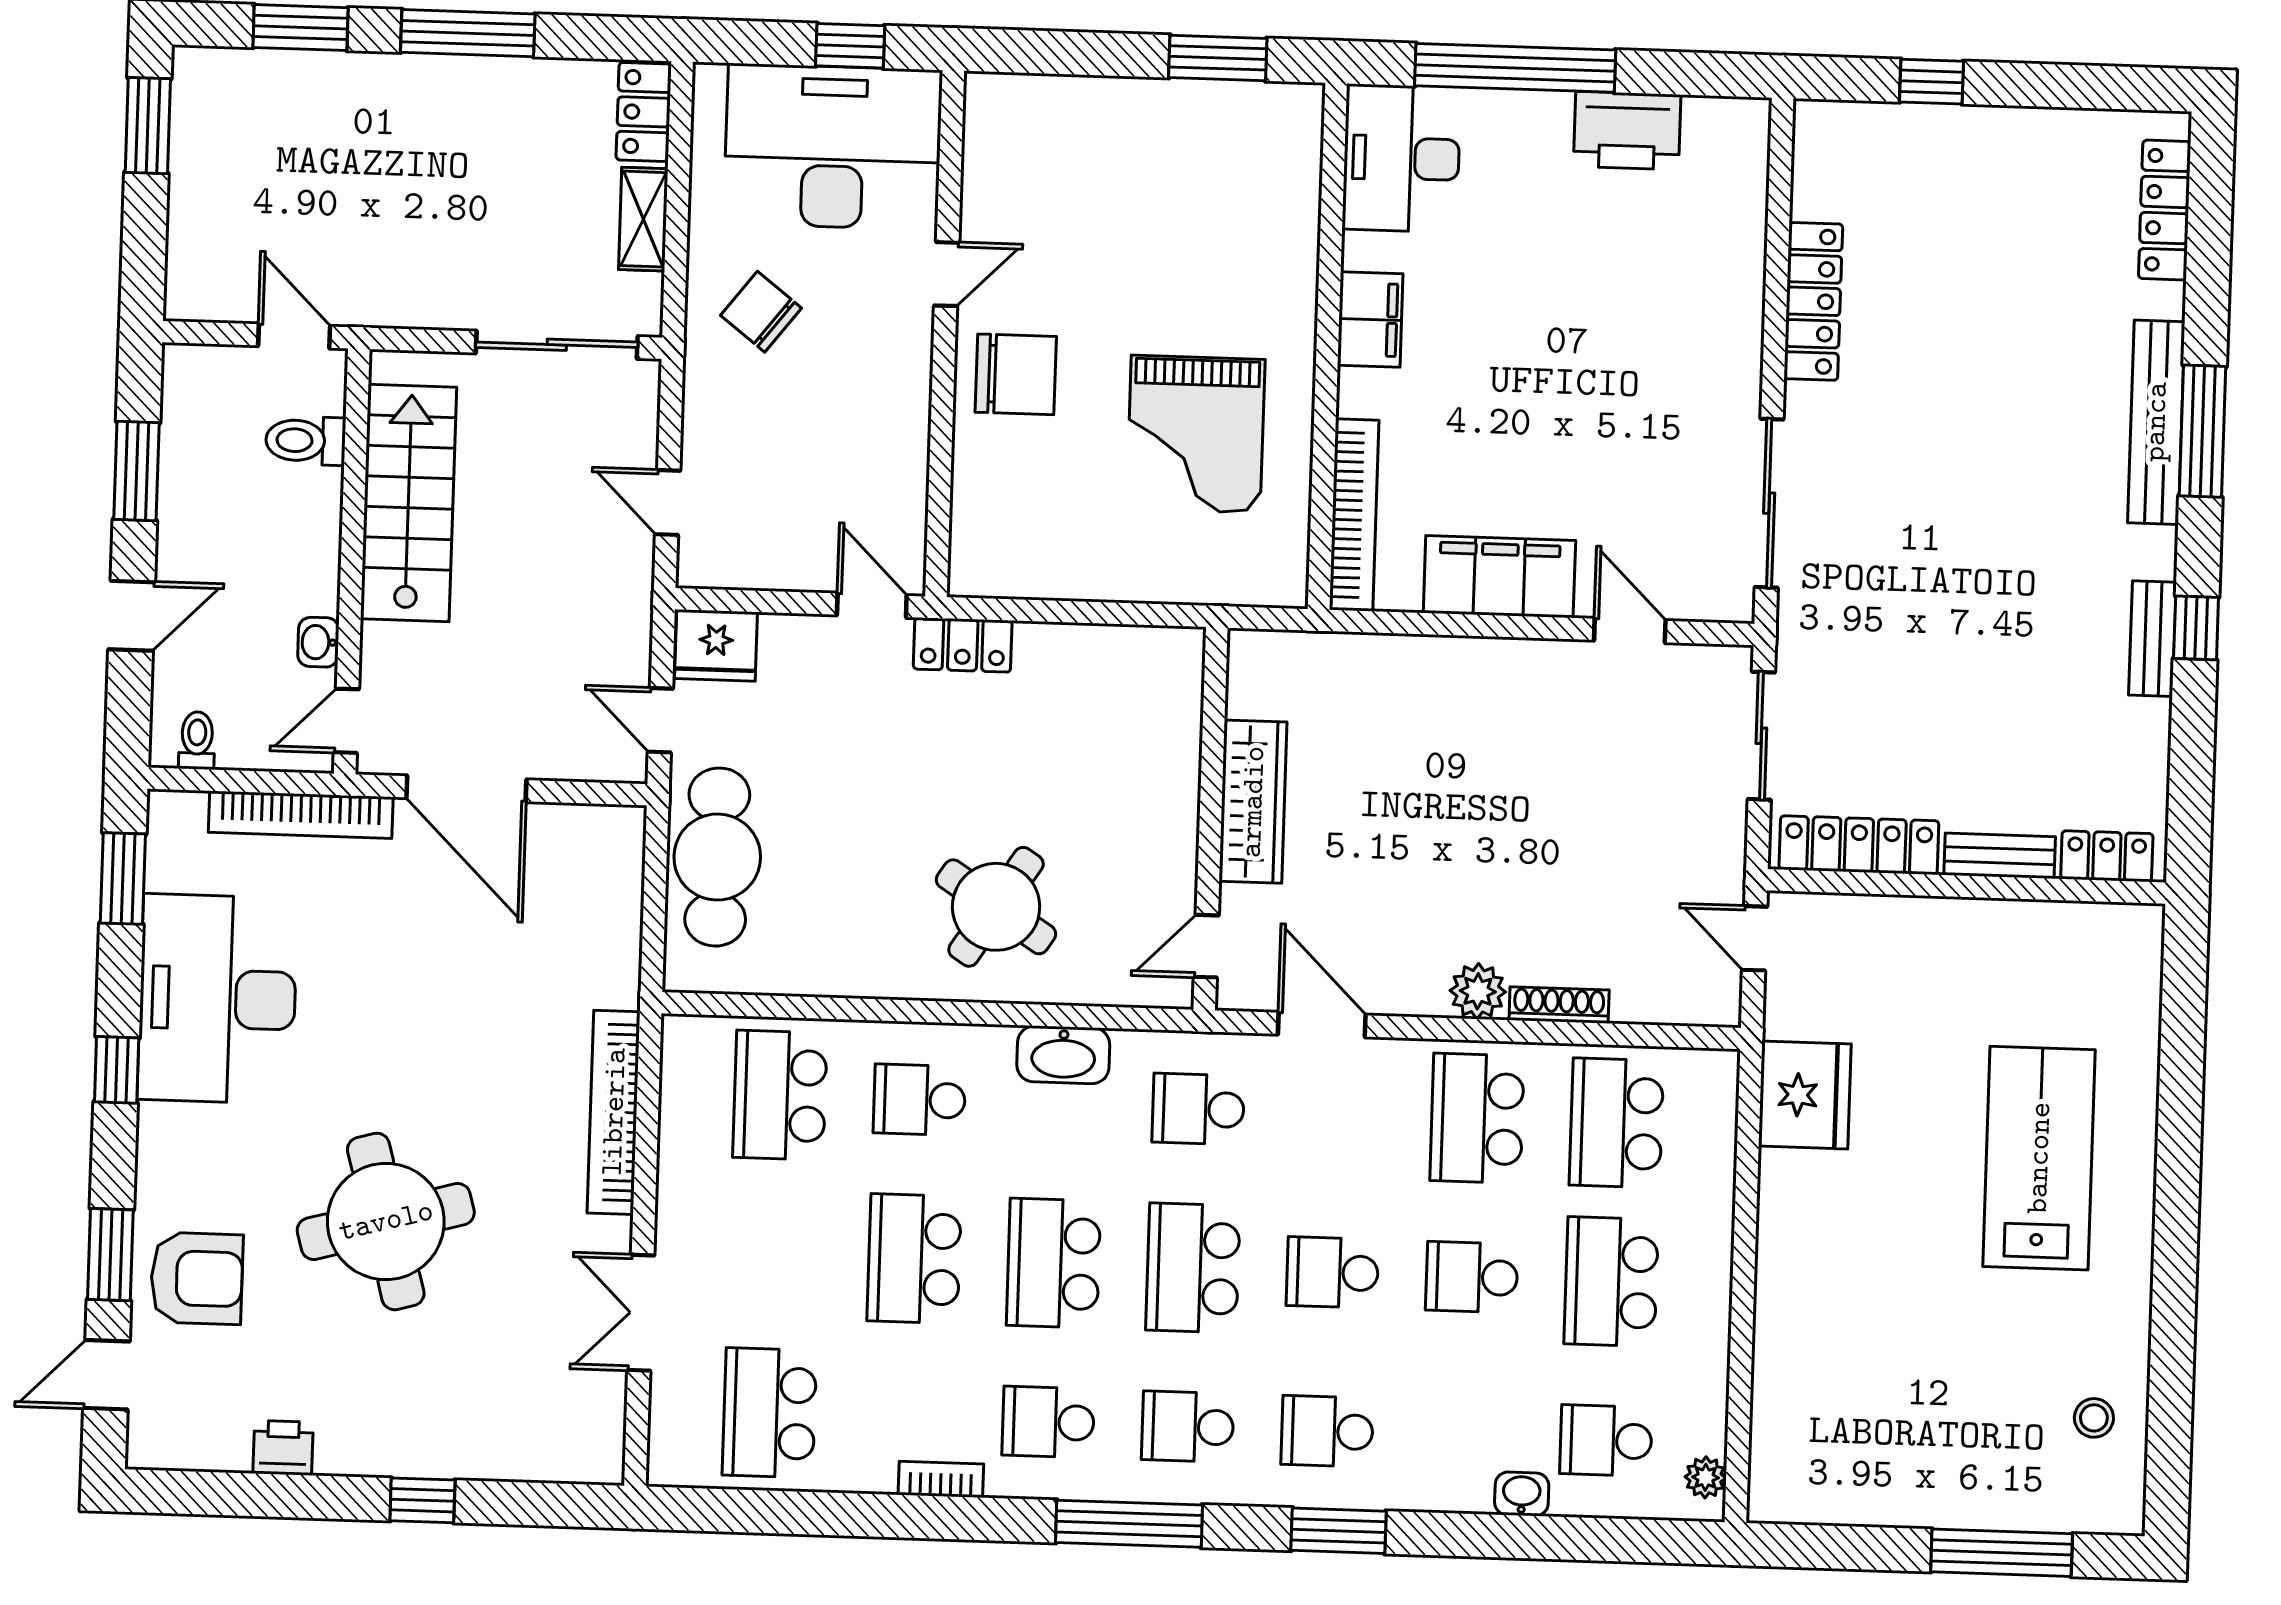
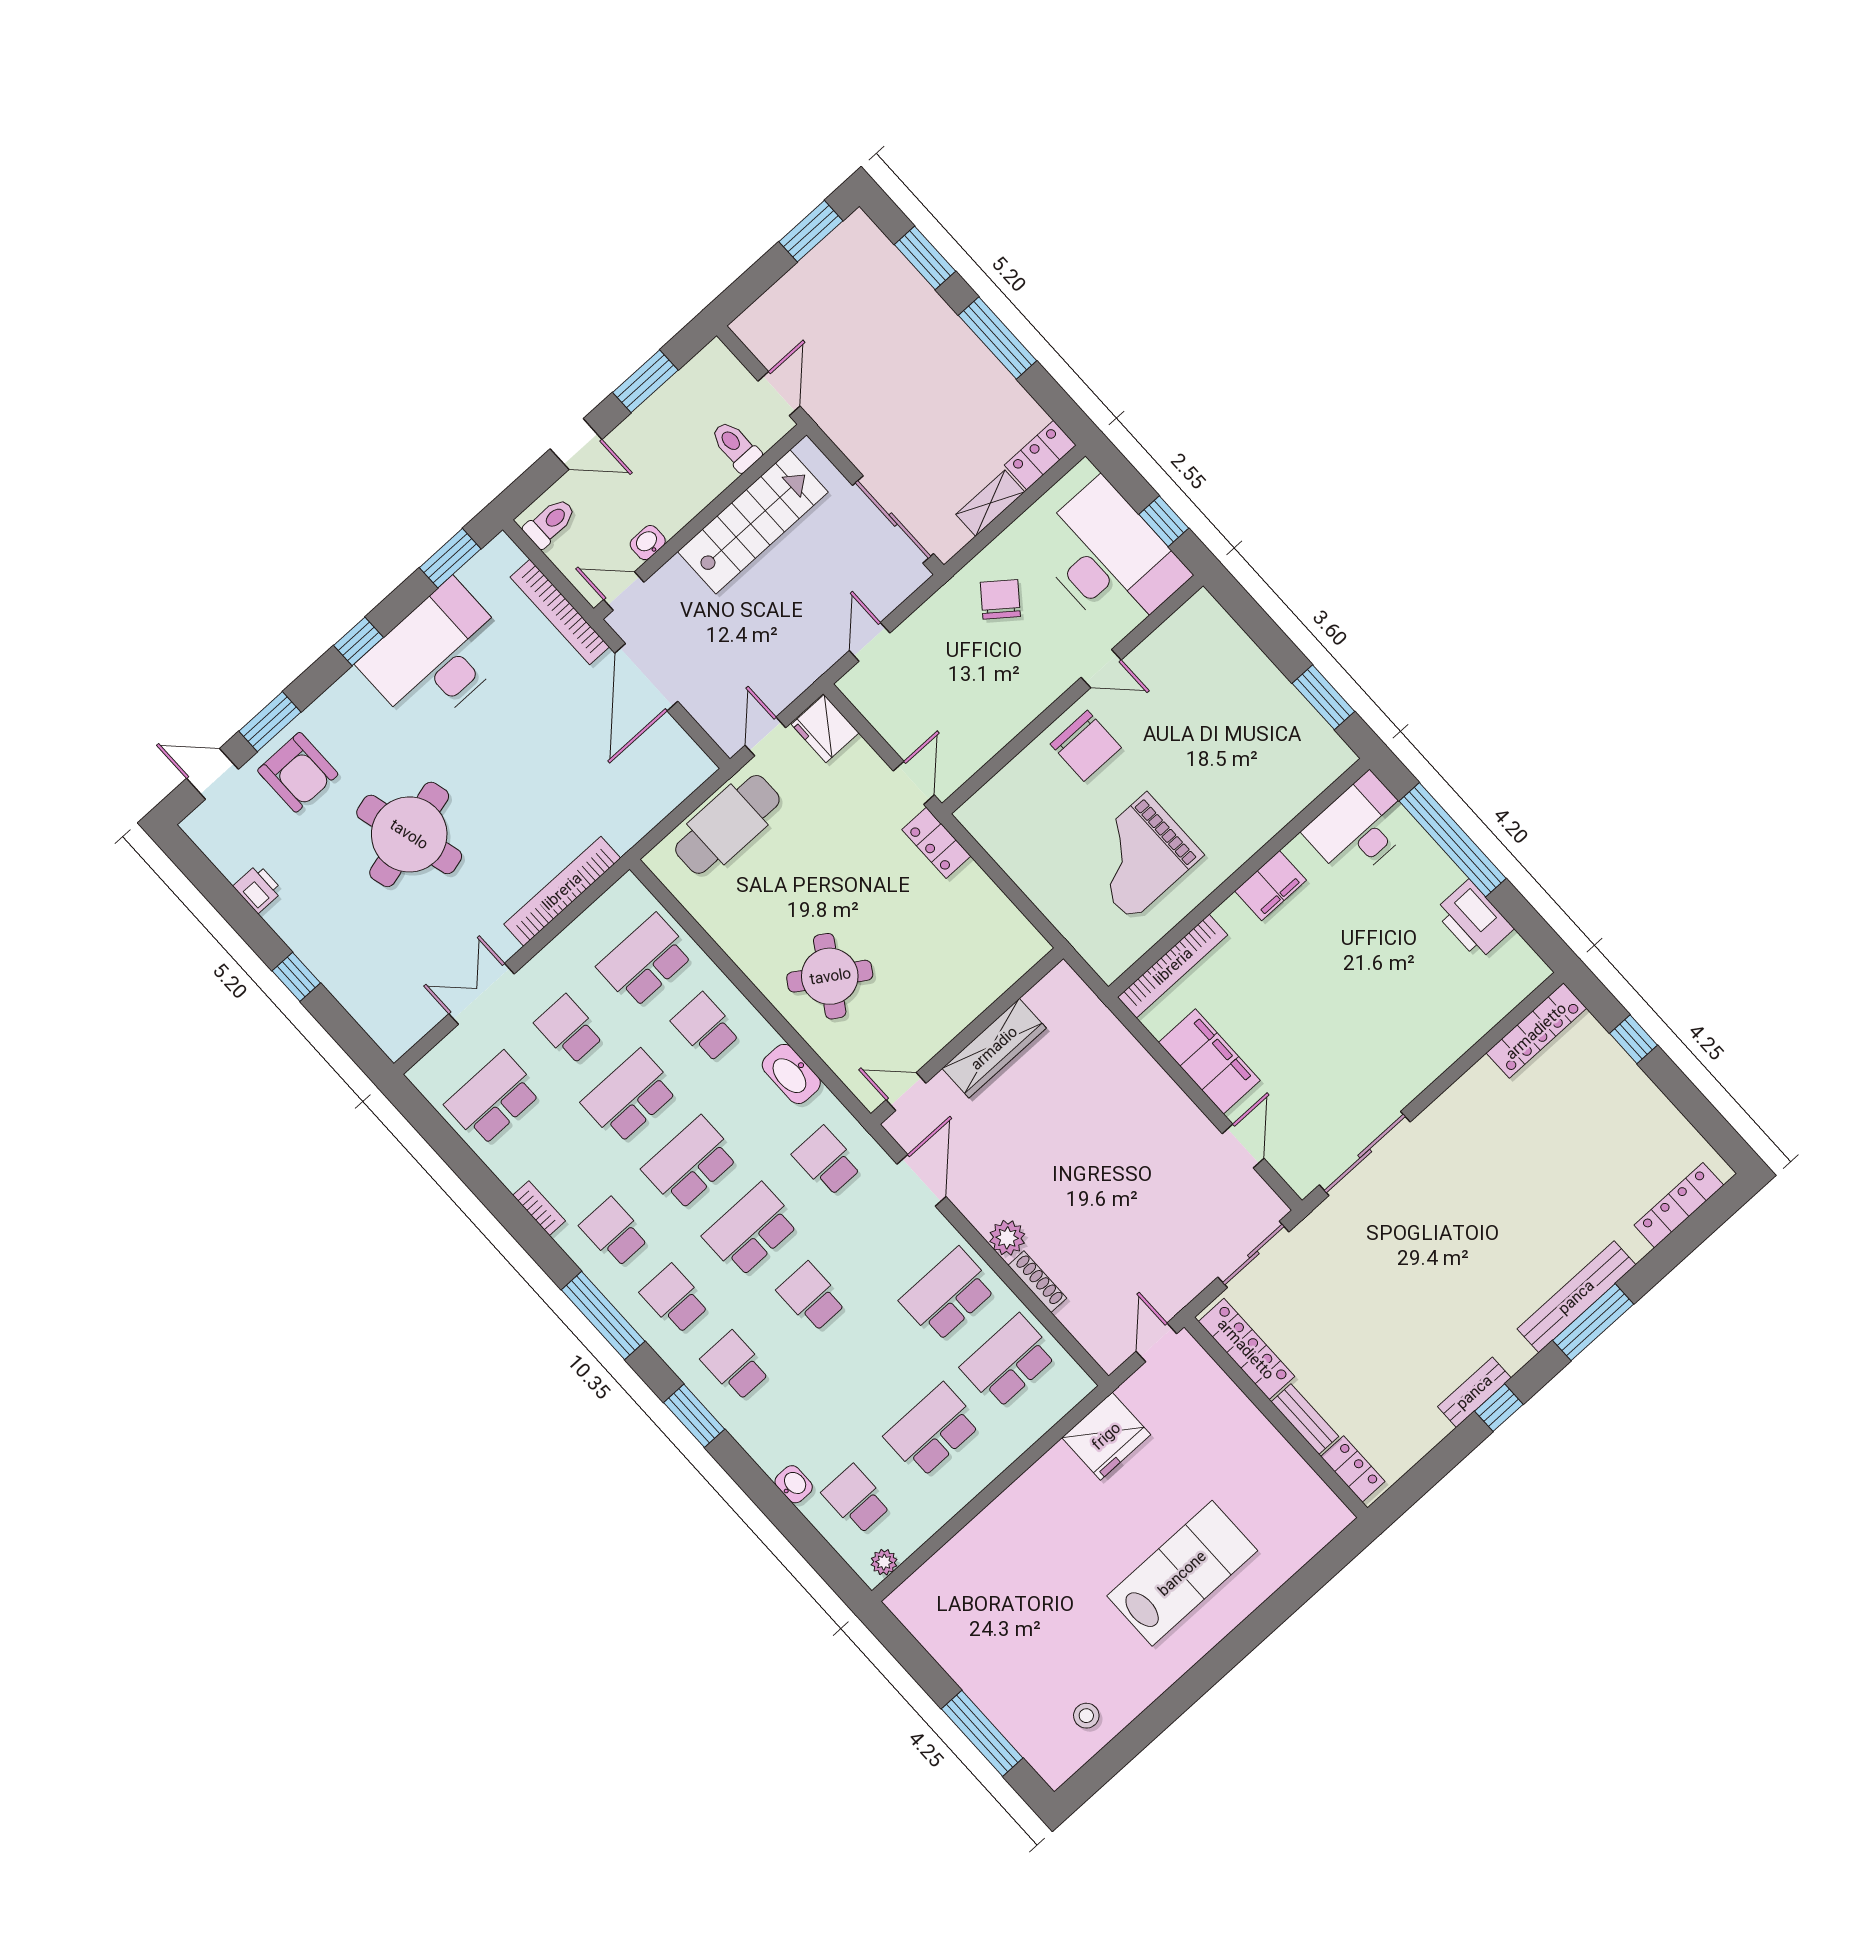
locker: (1813, 301) -> (1536, 1031), moved
toilet: (197, 740) -> (550, 523), width x1.37, depth x1.39
school desk: (1472, 1277) -> (569, 1030), moved

